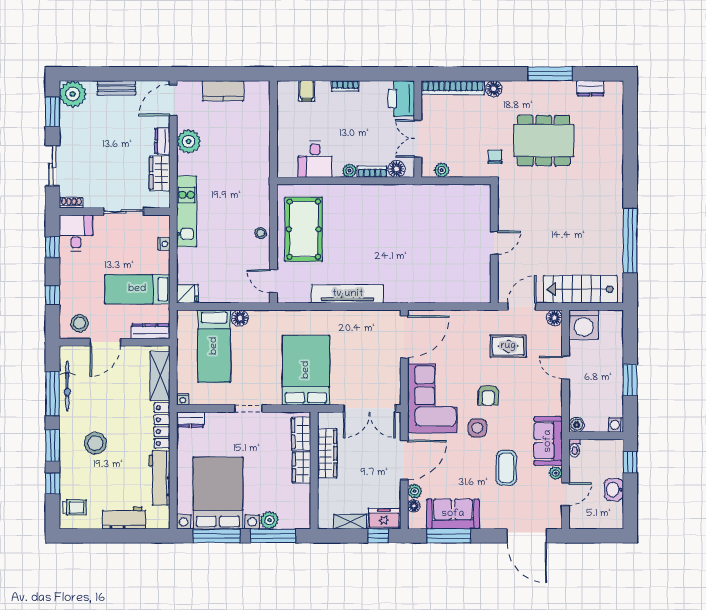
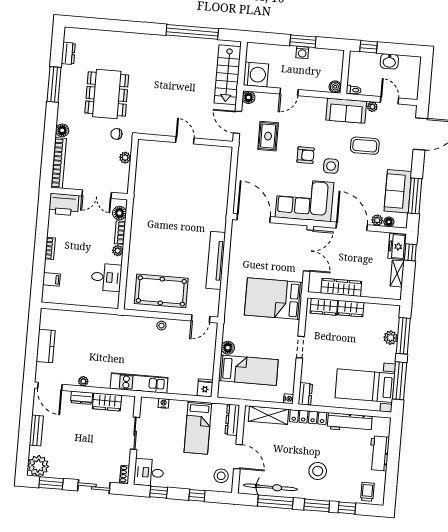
plant: (189, 141) -> (83, 381), width x0.53, depth x0.53
plant: (442, 170) -> (125, 158), moved
bicycle: (67, 386) -> (271, 487), width x1.37, depth x1.40
washing machine: (616, 425) -> (302, 52), moved
bed with nightstands: (218, 493) -> (365, 386), width x0.73

